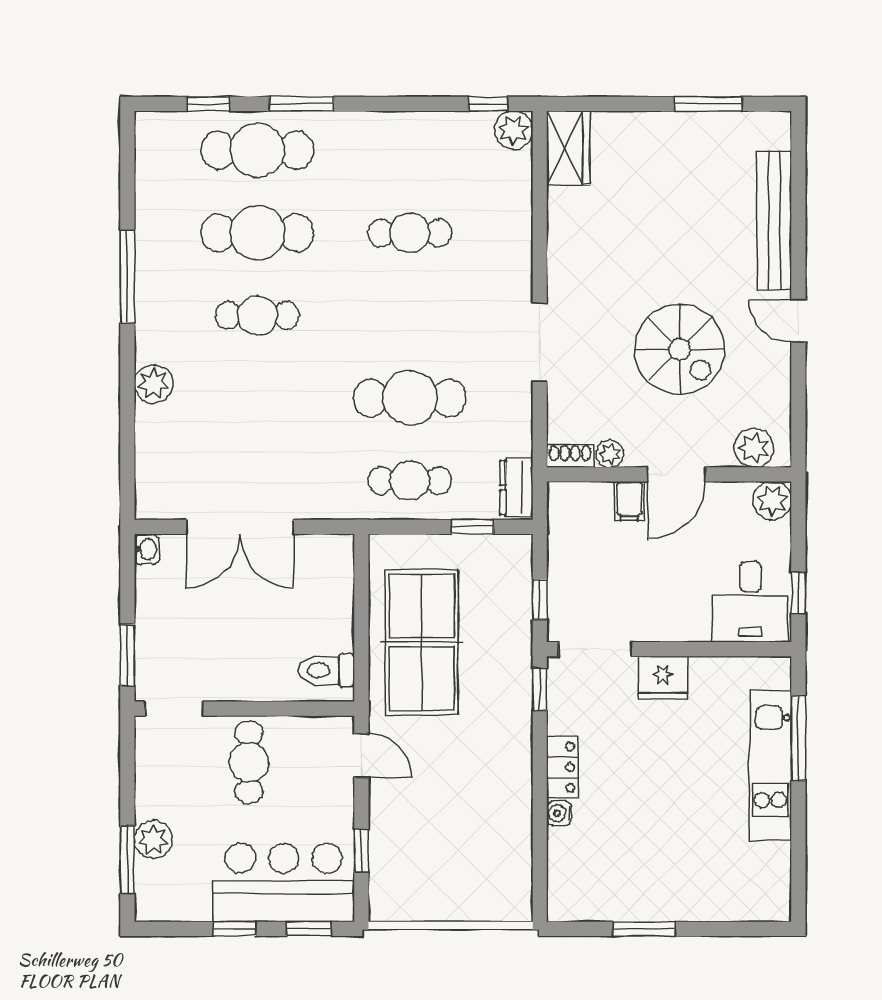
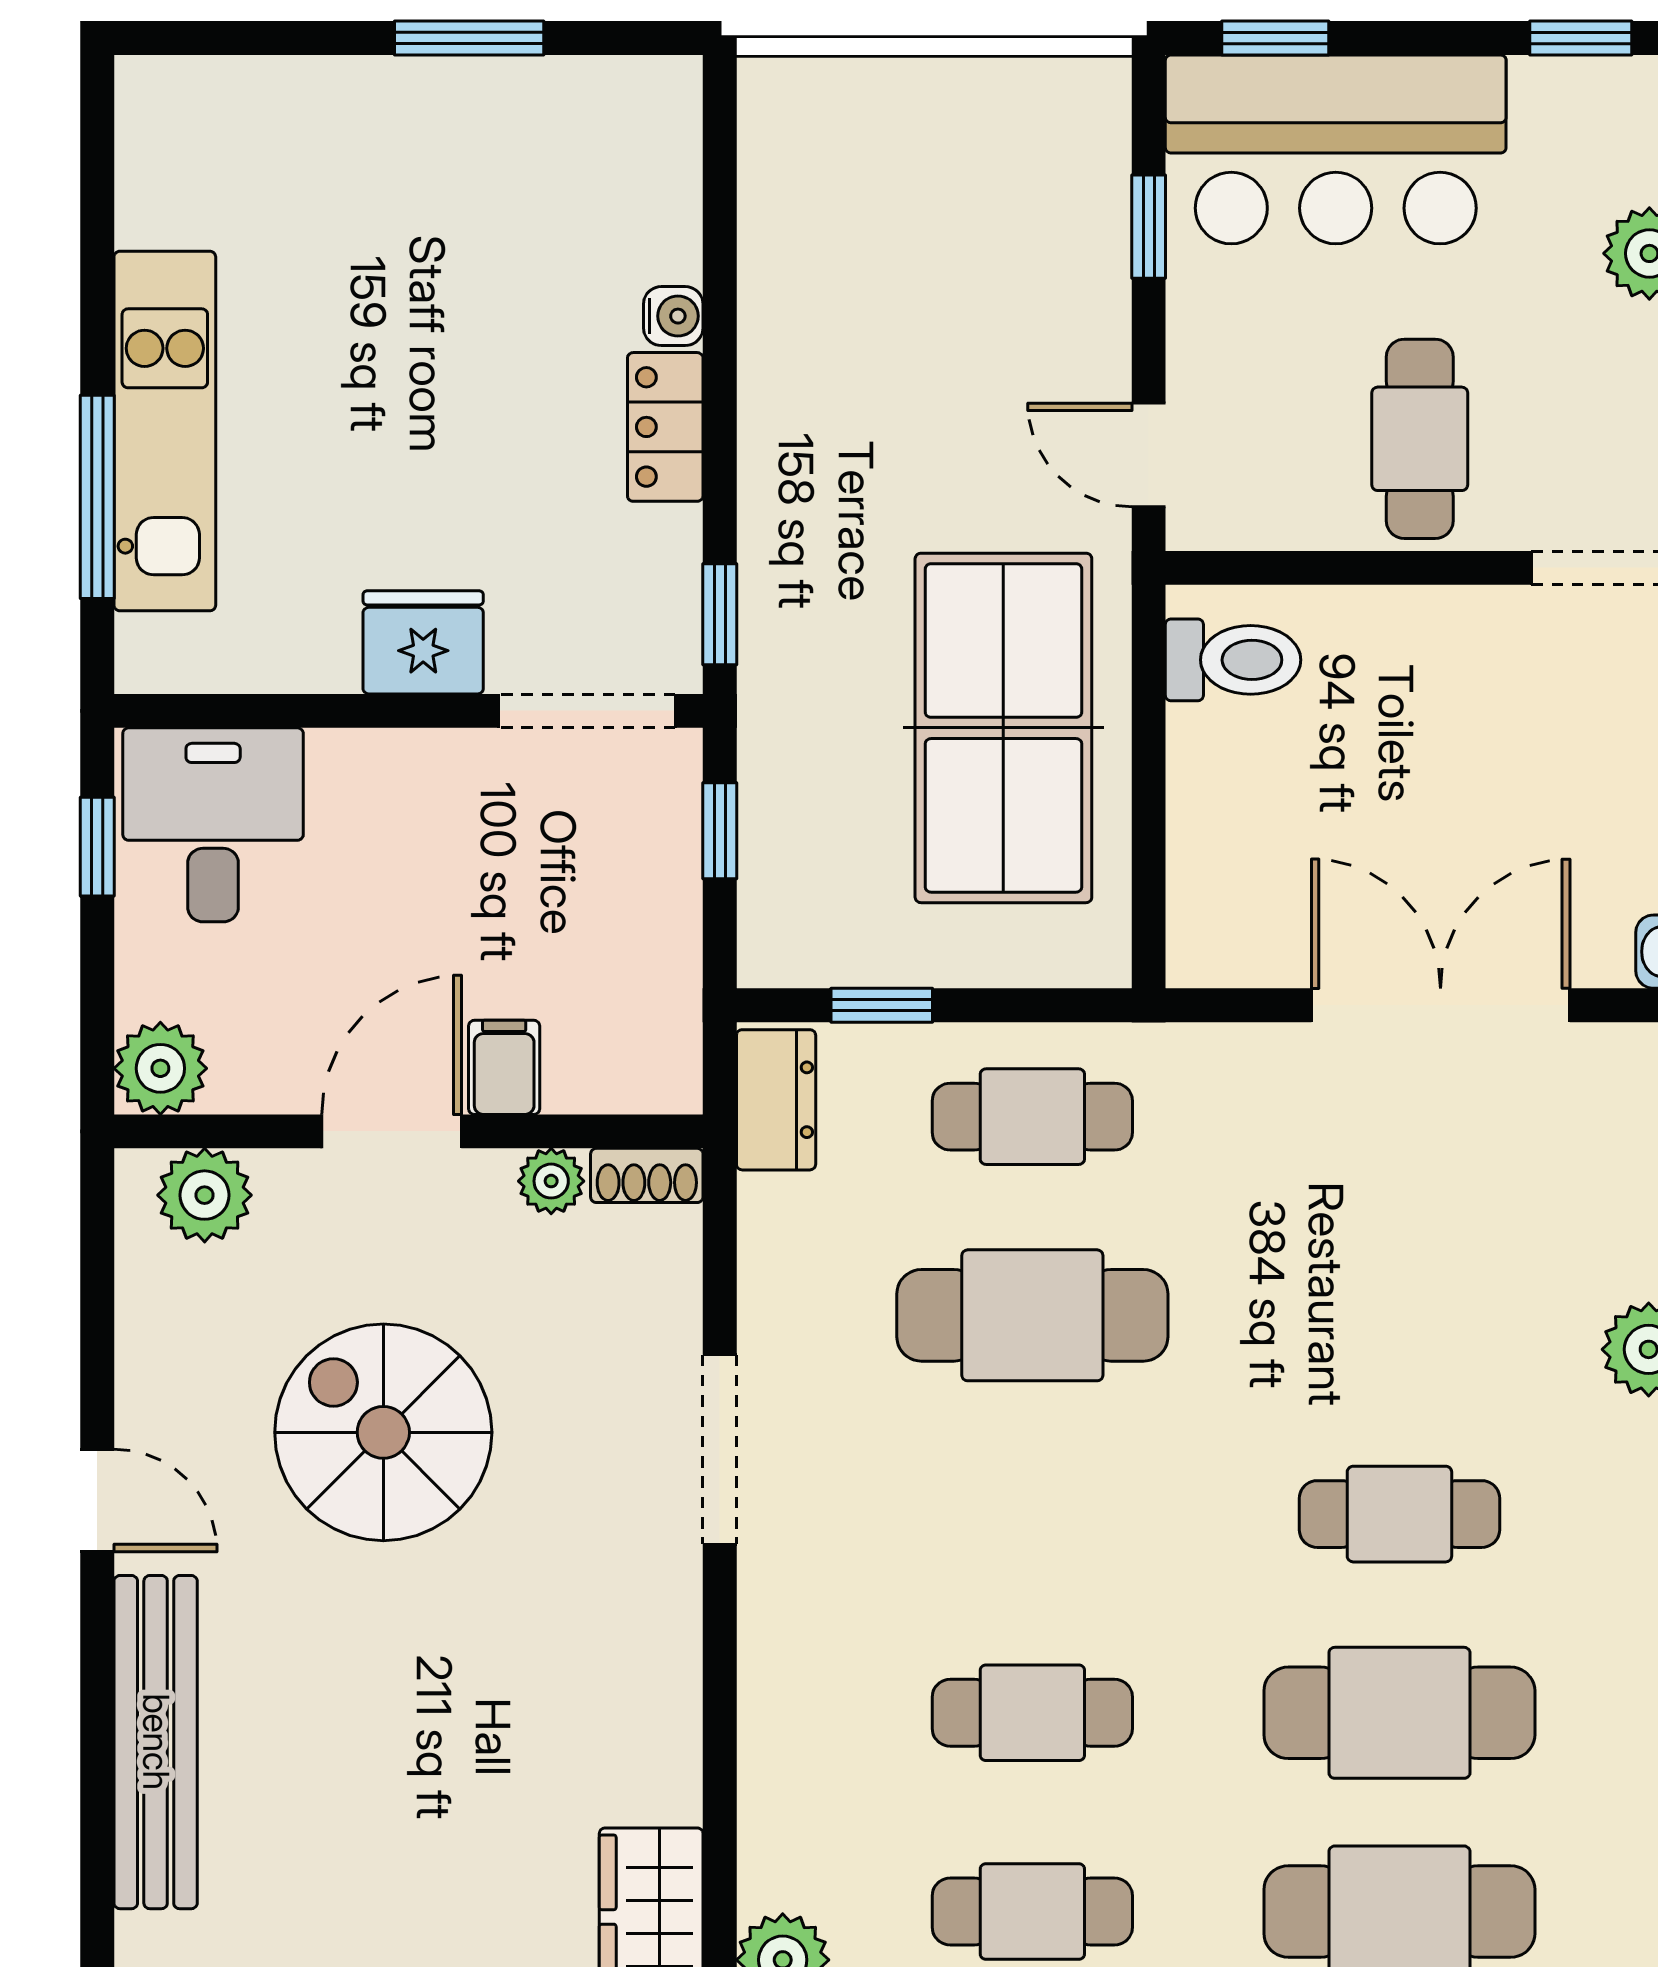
cafe table: (410, 150) -> (1032, 1912), added
window: (235, 929) -> (1581, 38), moved

